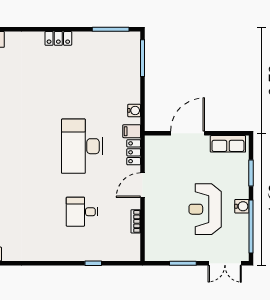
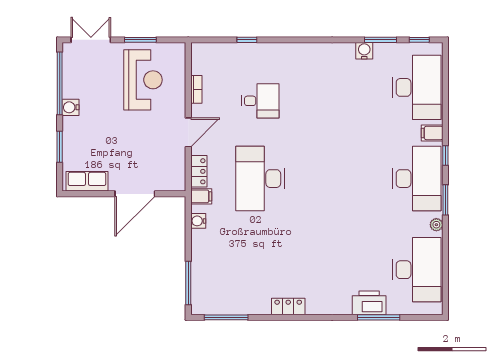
desk: (82, 146) -> (260, 179), turned 180
reception desk: (205, 209) -> (143, 80), moved

